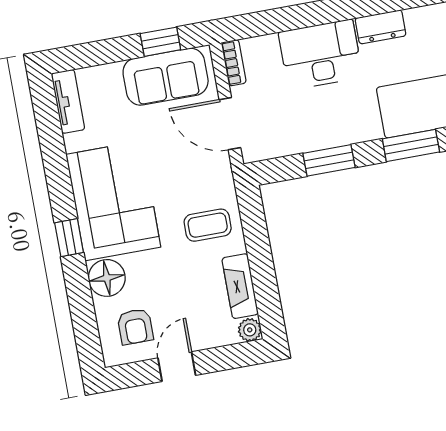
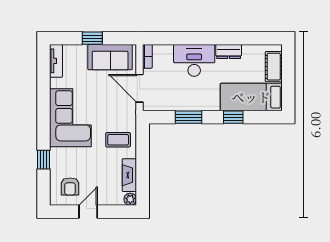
window: (160, 42) -> (92, 38), moved
window: (411, 145) -> (233, 117), width x0.67
window: (69, 238) -> (44, 160), moved
floor lamp: (107, 278) -> (60, 158), removed

